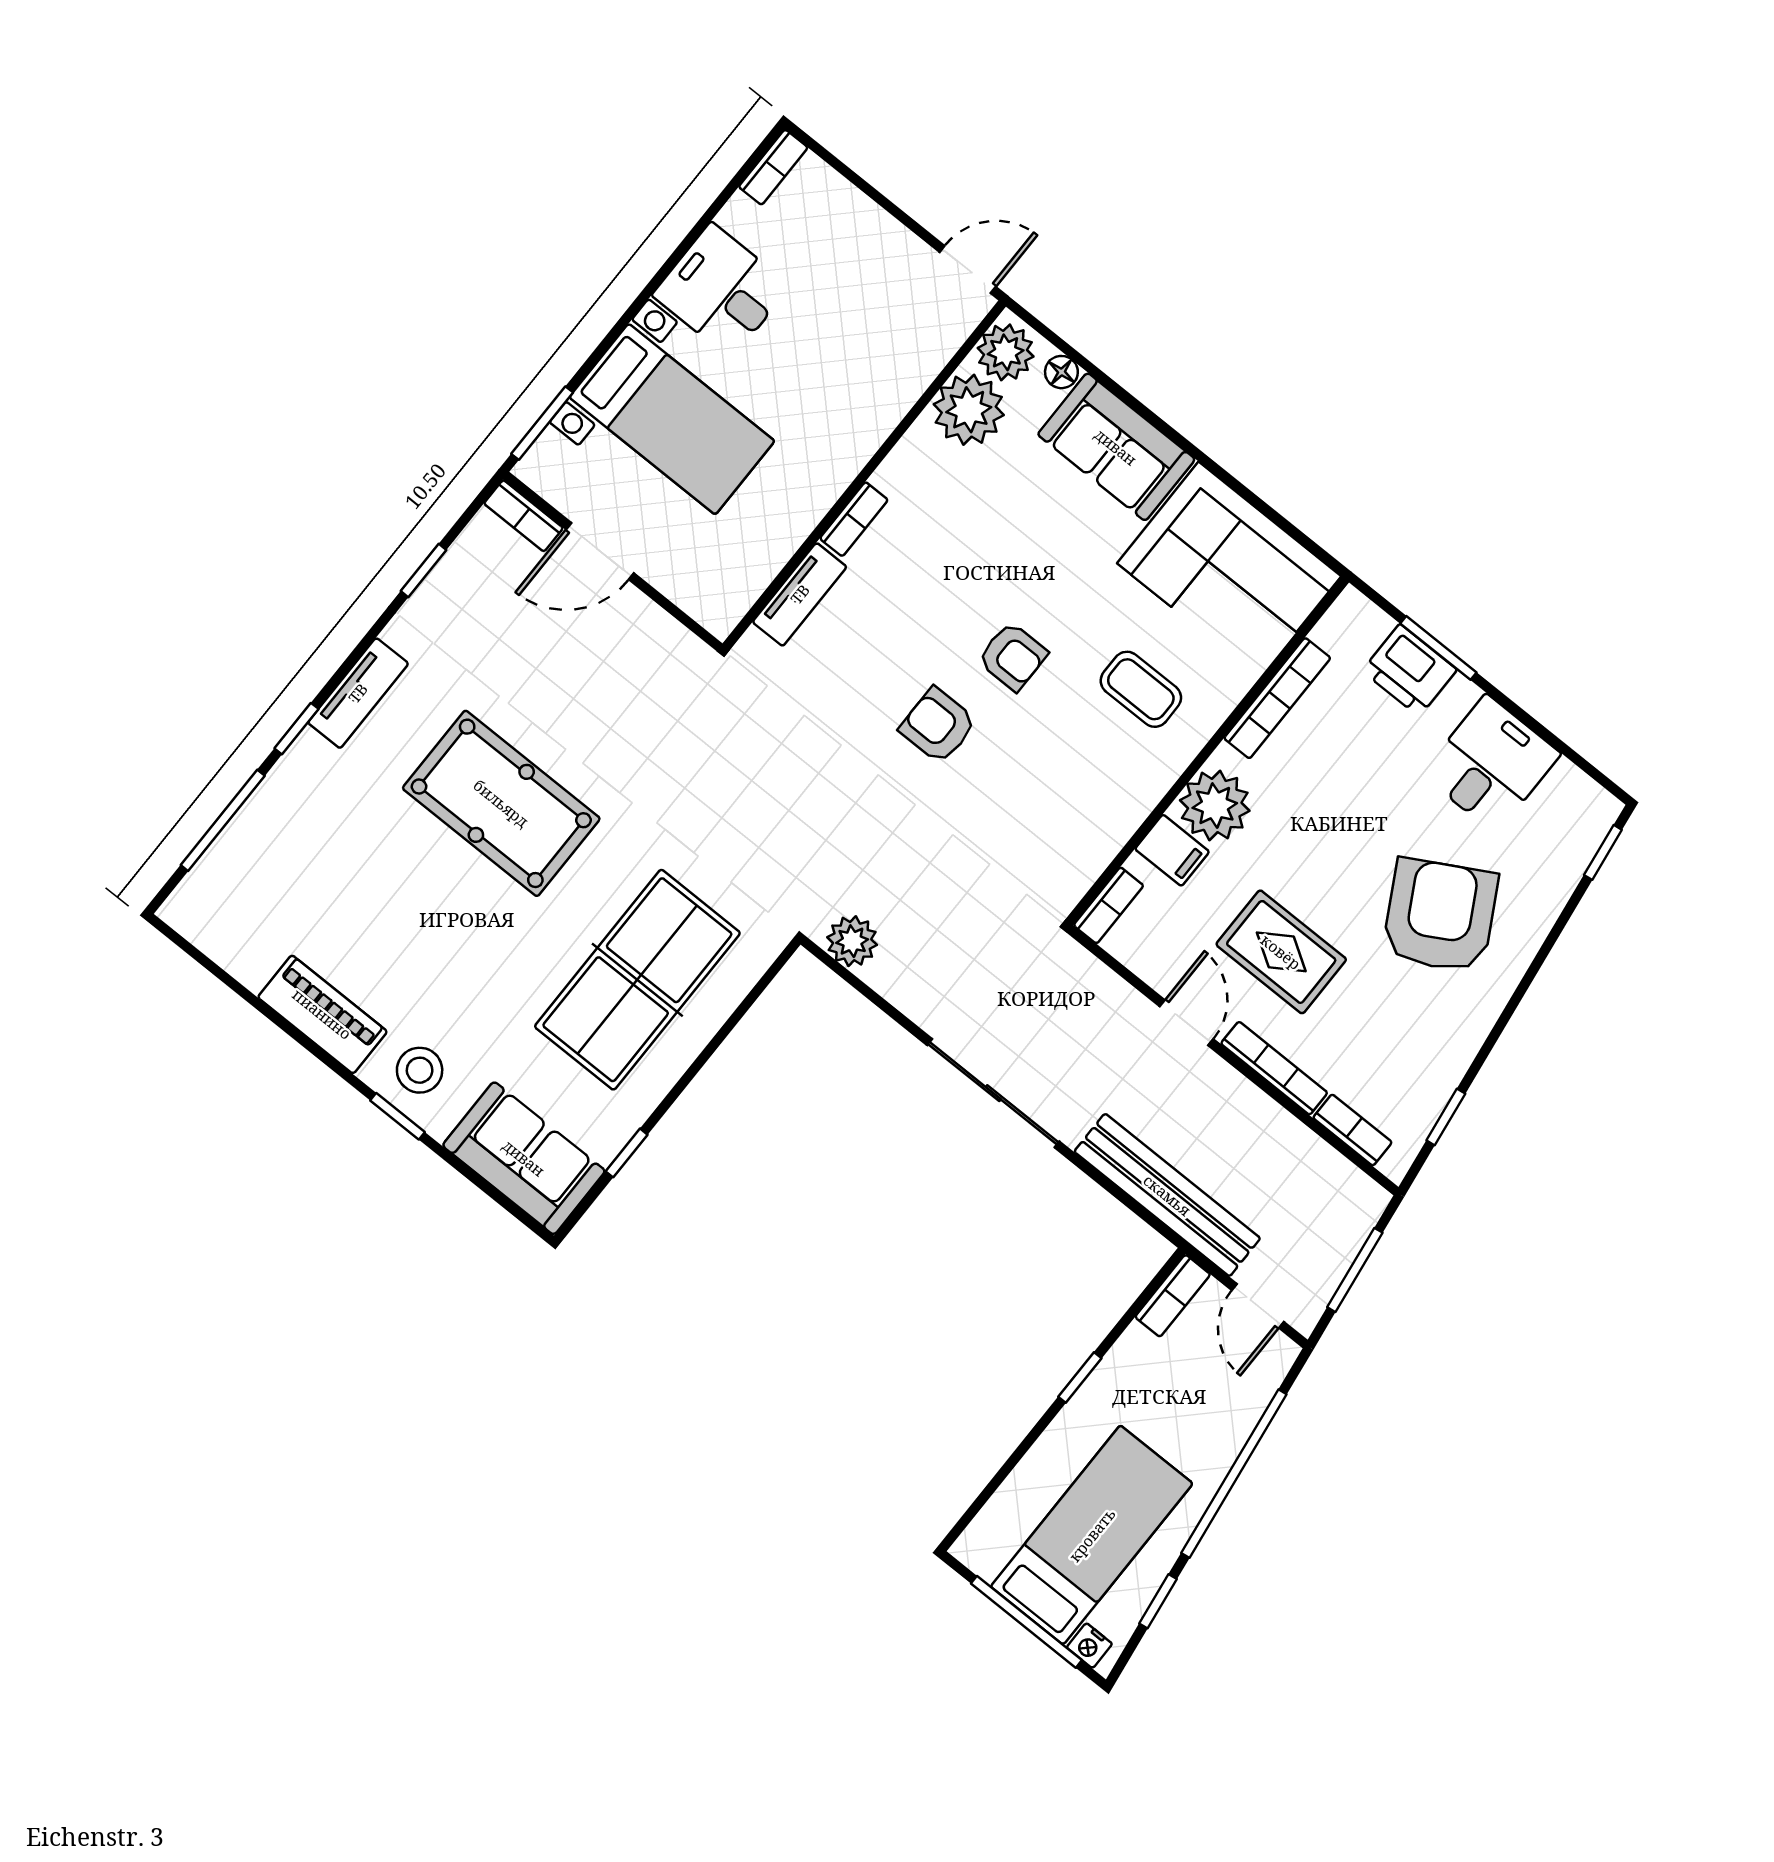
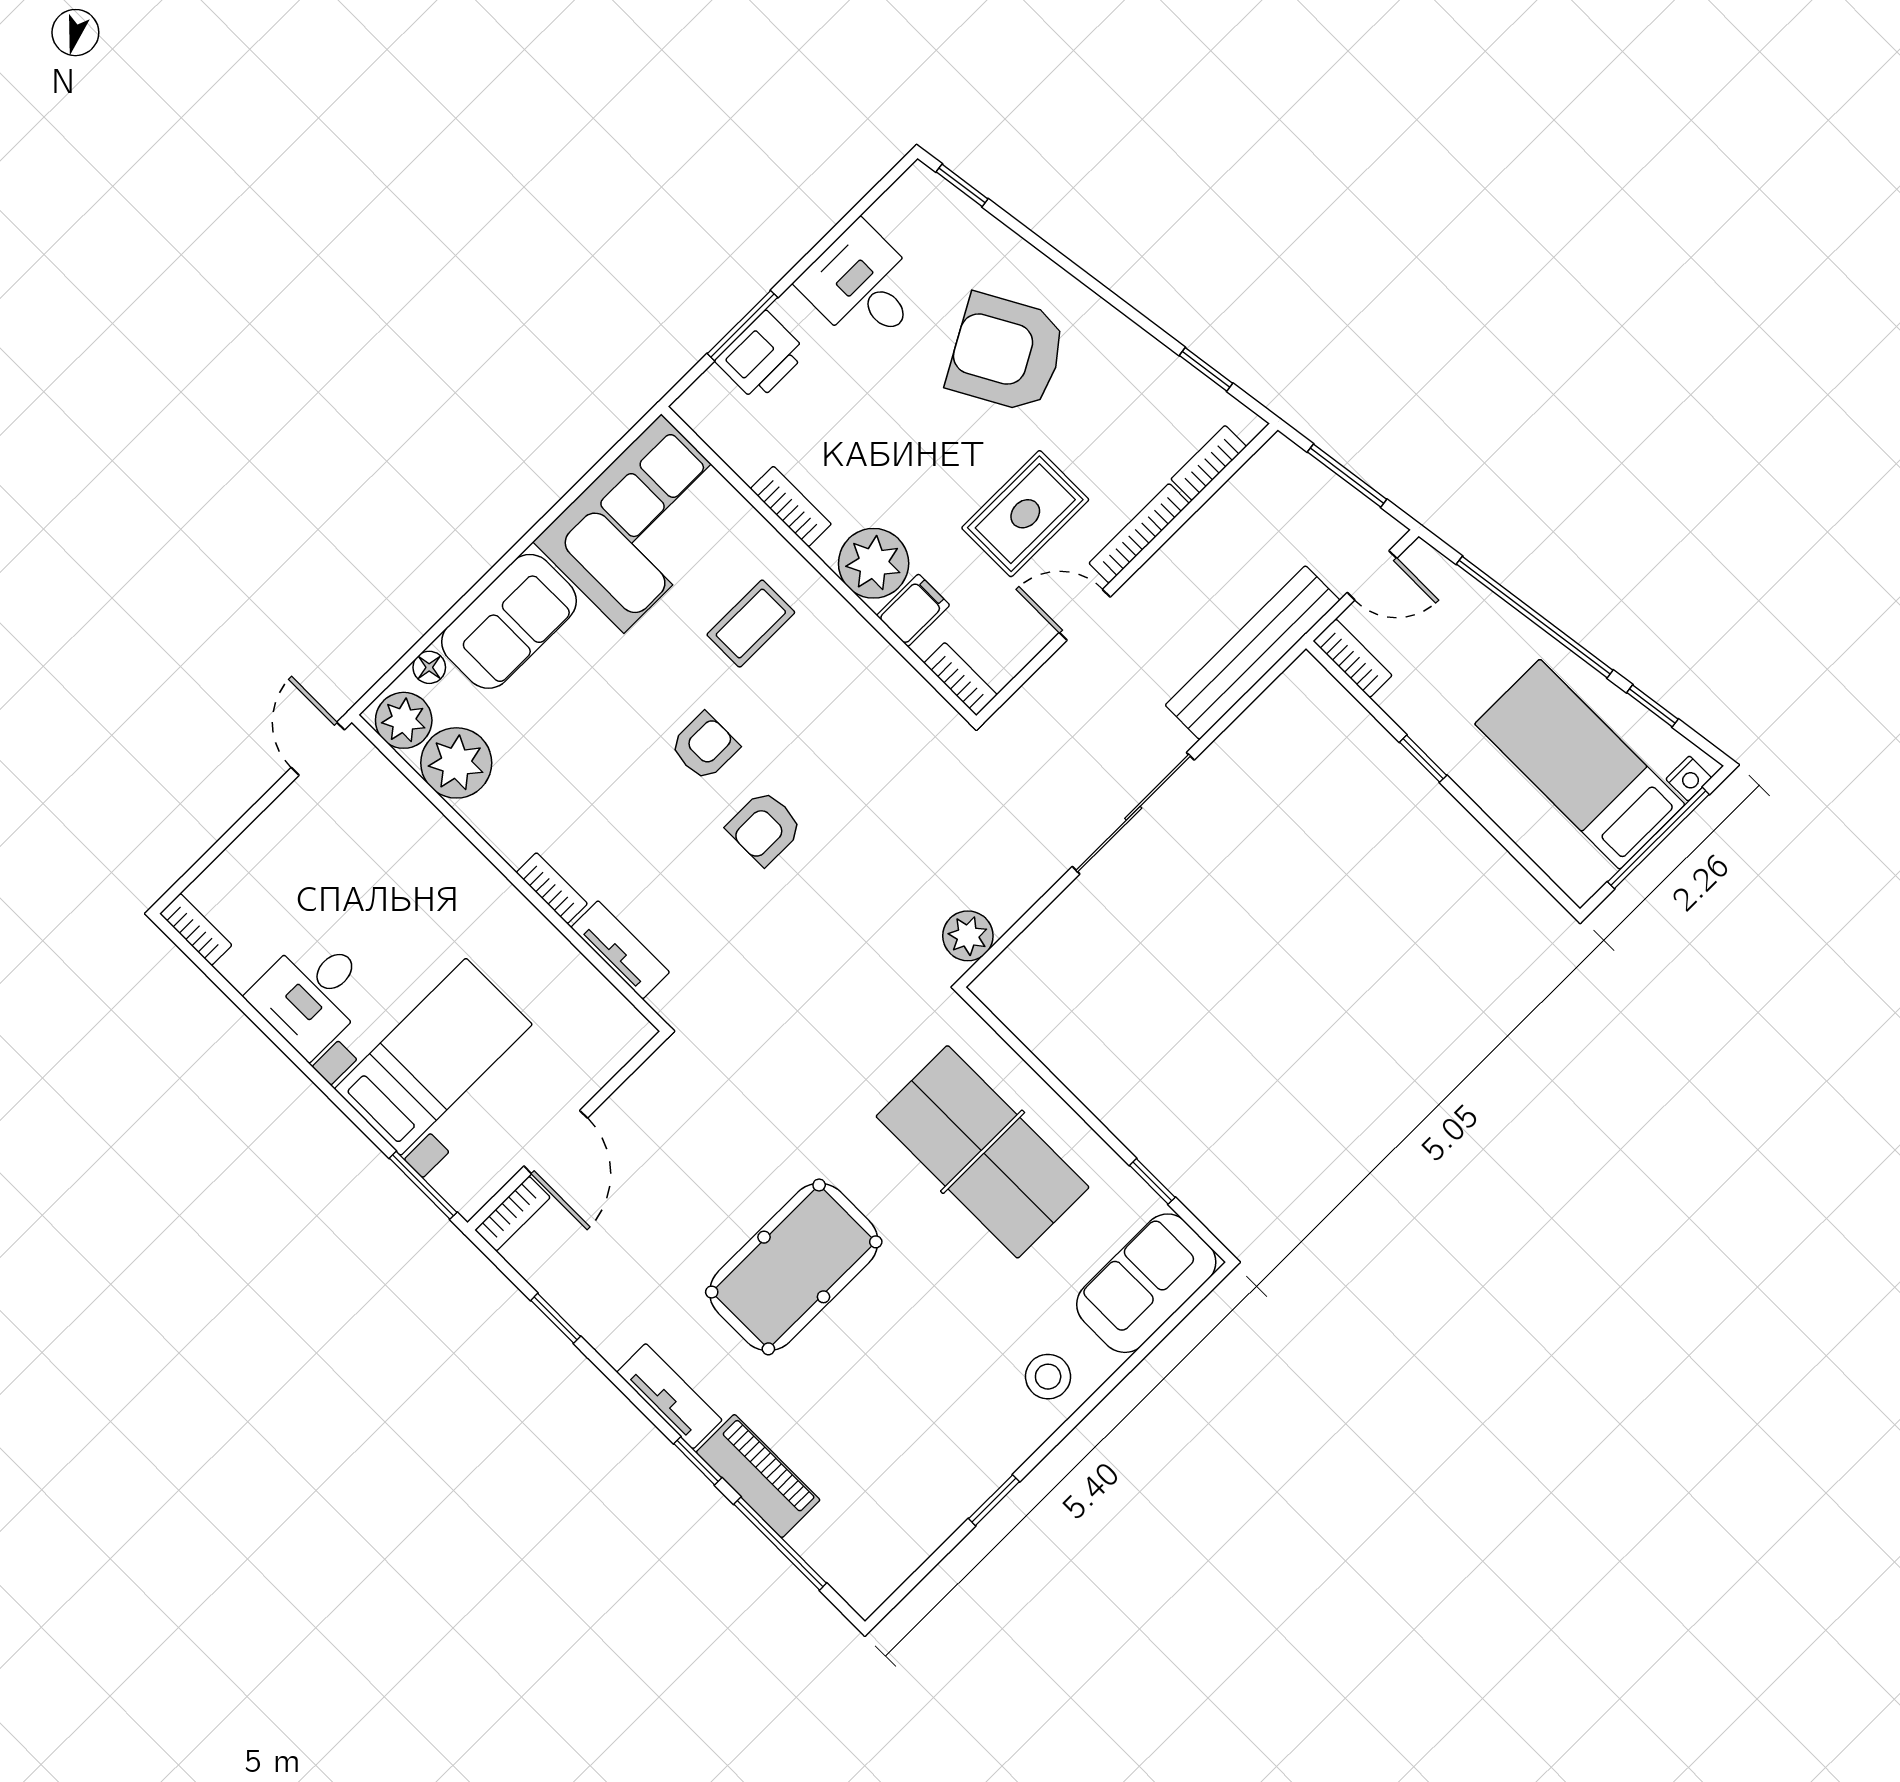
bookcase: (1277, 698) -> (791, 506), width x0.64
piano: (322, 1014) -> (758, 1476), moved, turned 90
window: (397, 1116) -> (994, 1500), moved

